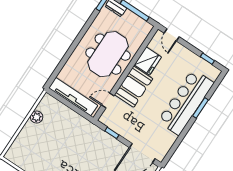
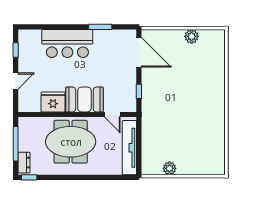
door: (172, 35) -> (16, 81), moved
bar counter: (186, 102) -> (67, 43), width x0.73
window: (200, 108) -> (100, 27), moved

